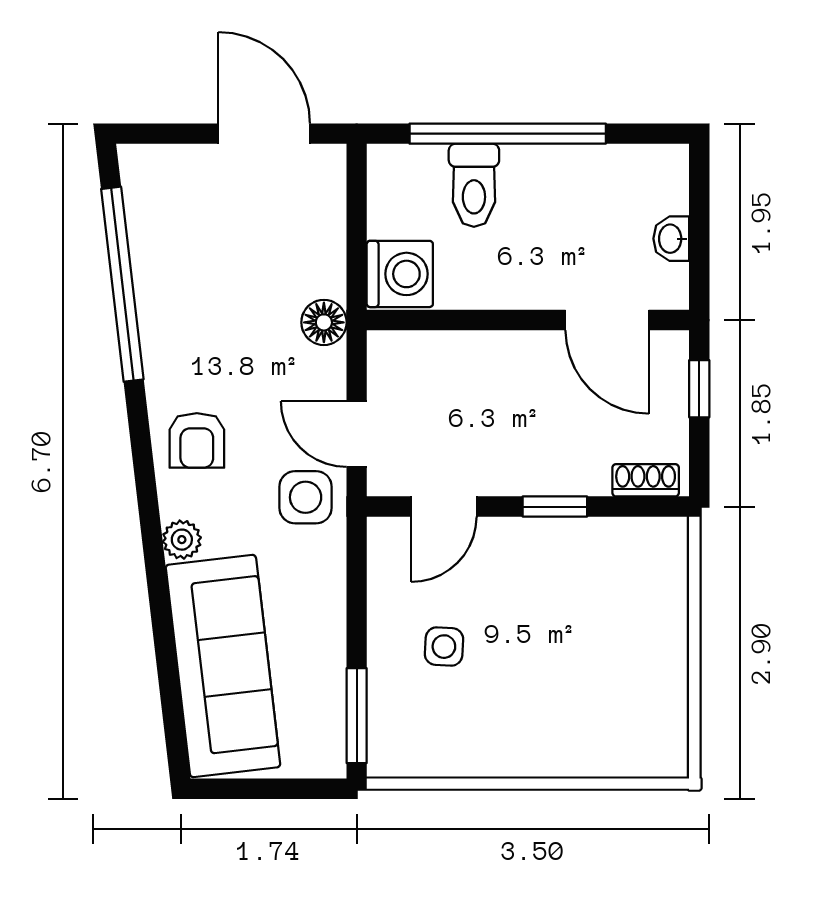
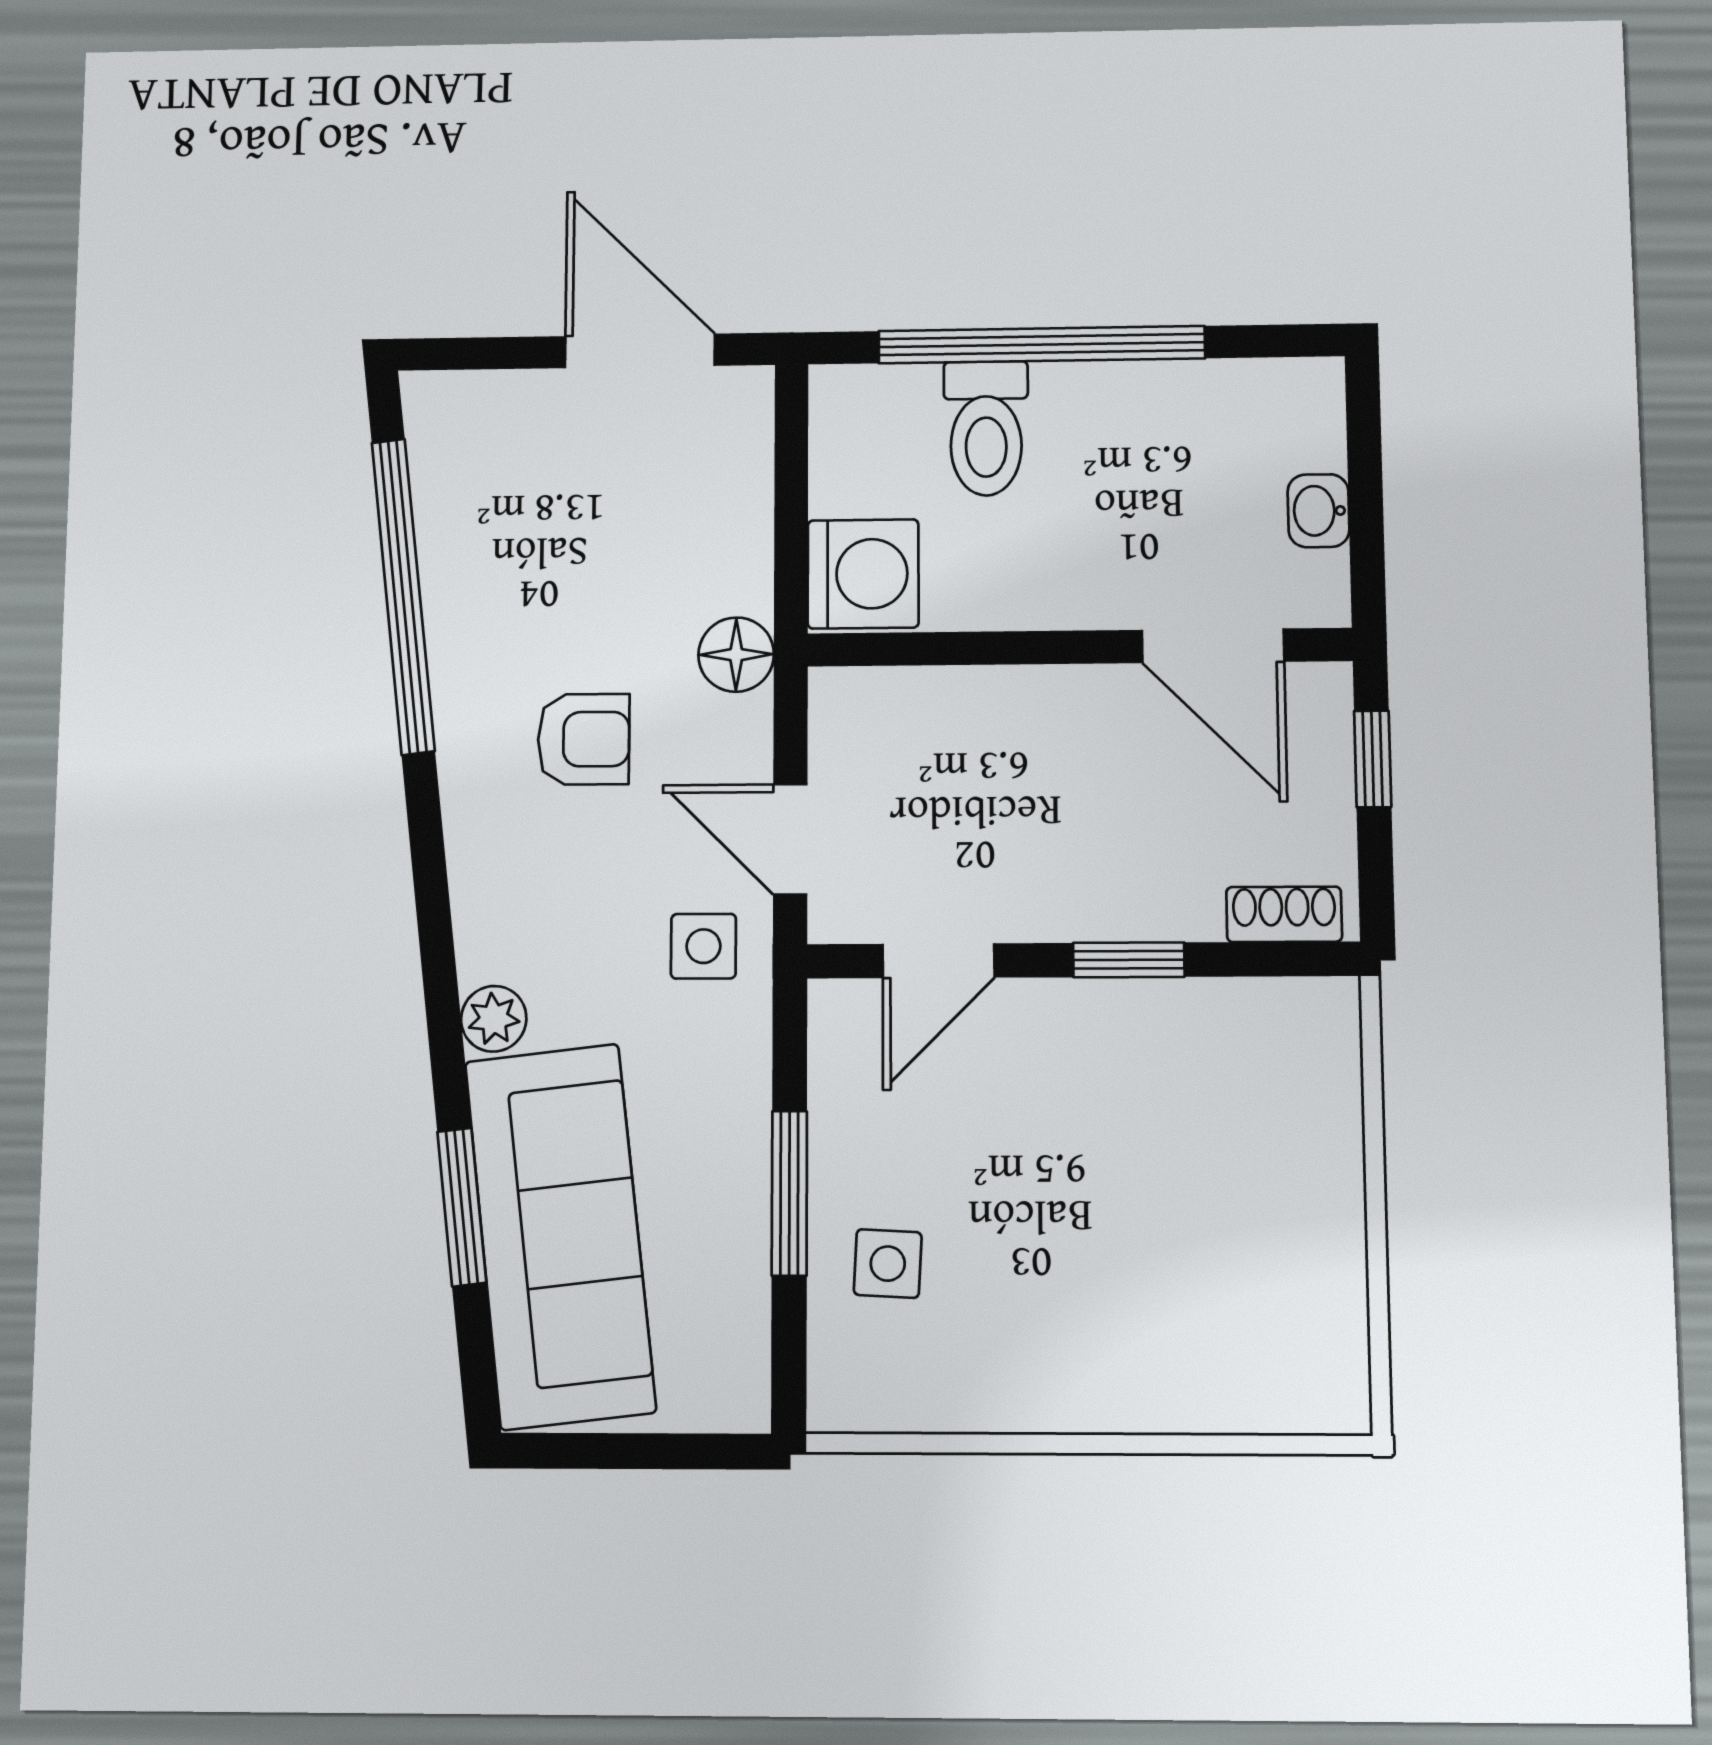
armchair: (197, 440) -> (584, 739), moved, turned -90
side table: (306, 497) -> (703, 946), width x0.73, depth x0.73
side table: (444, 647) -> (888, 1264), moved
window: (165, 649) -> (462, 1207), added
window: (357, 716) -> (789, 1193), moved

